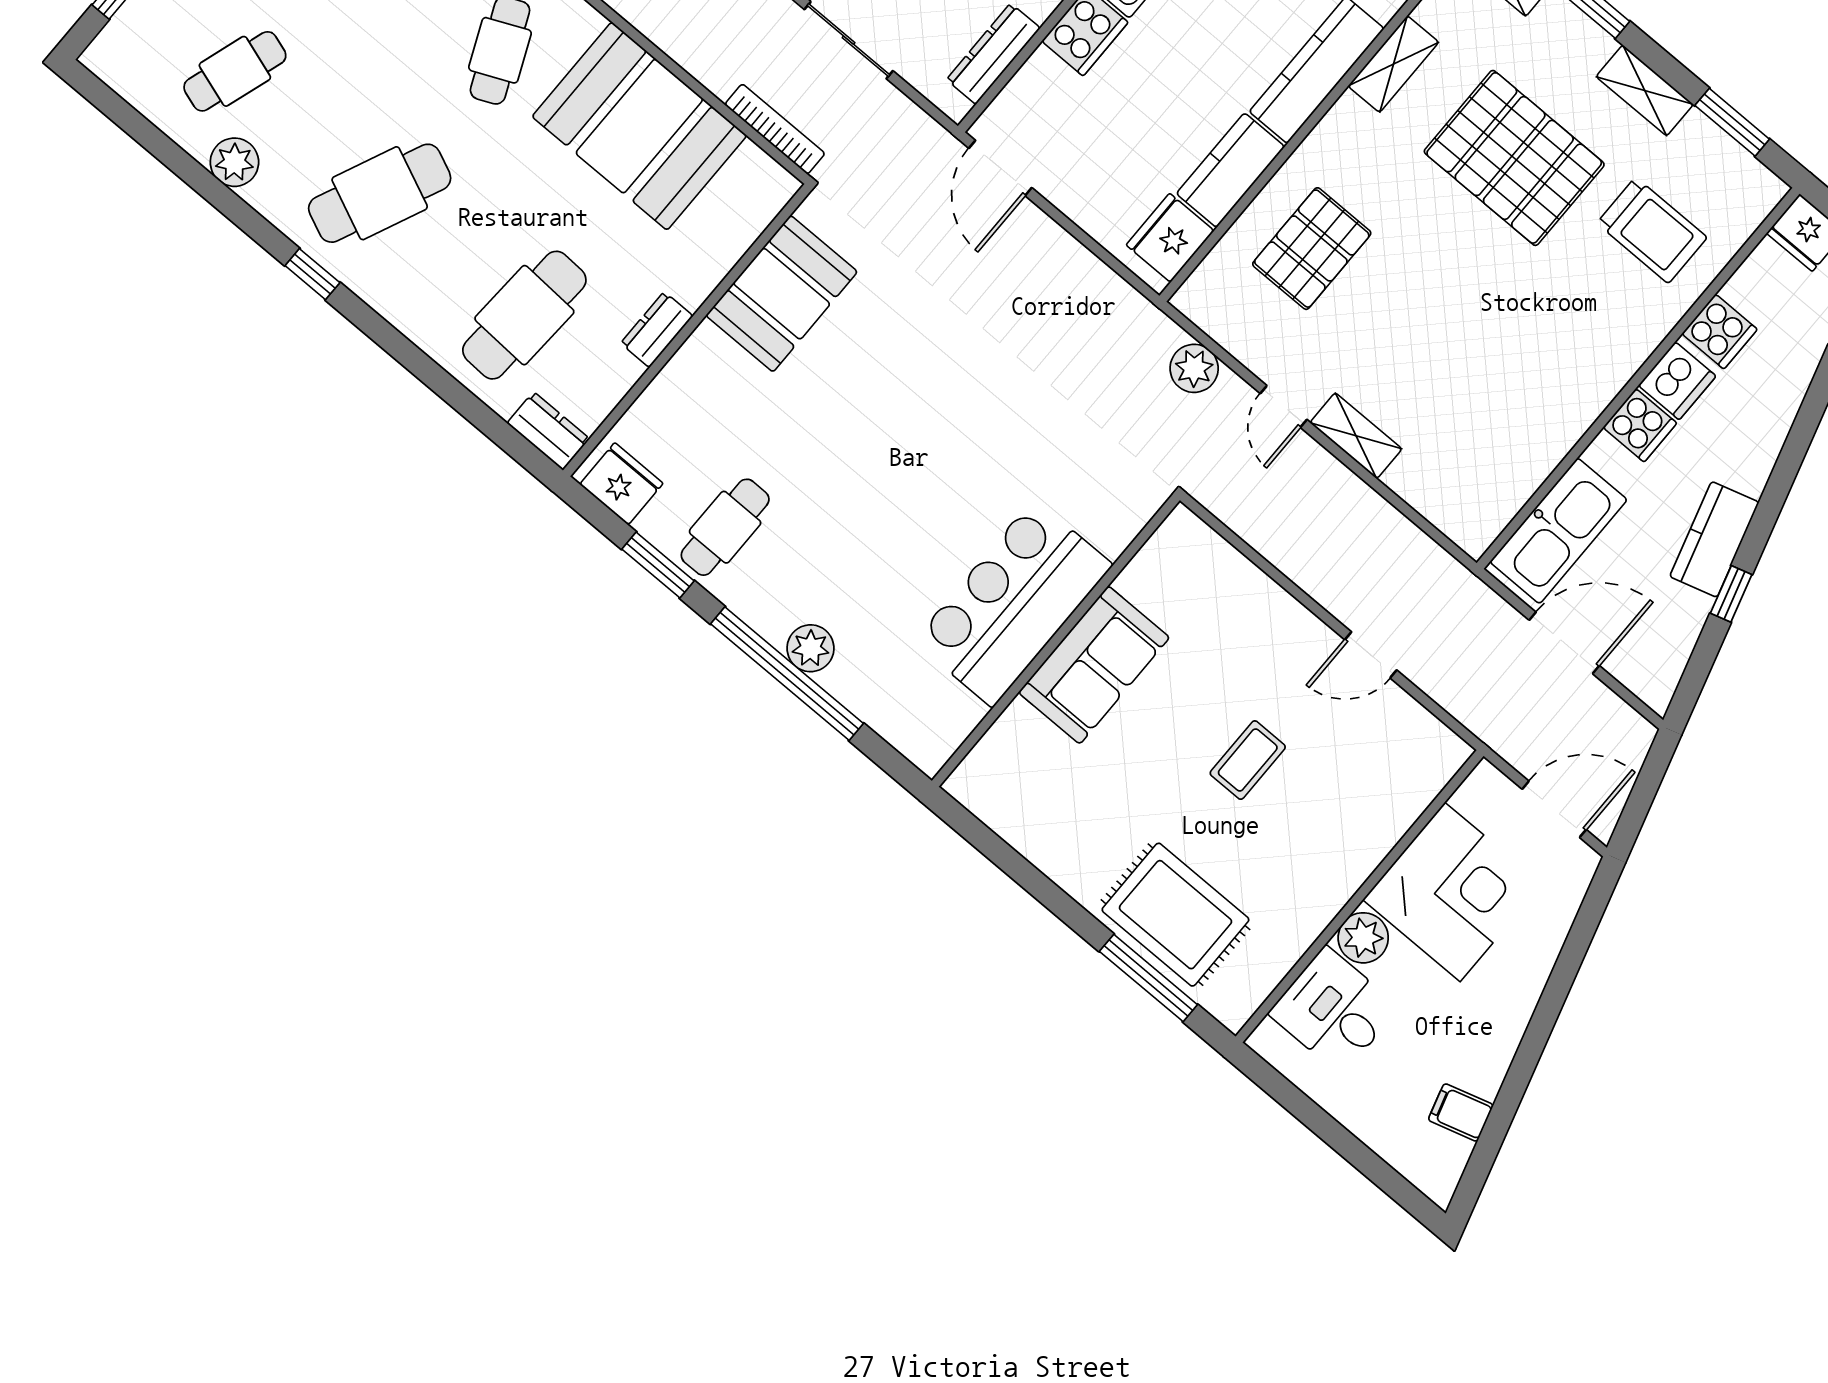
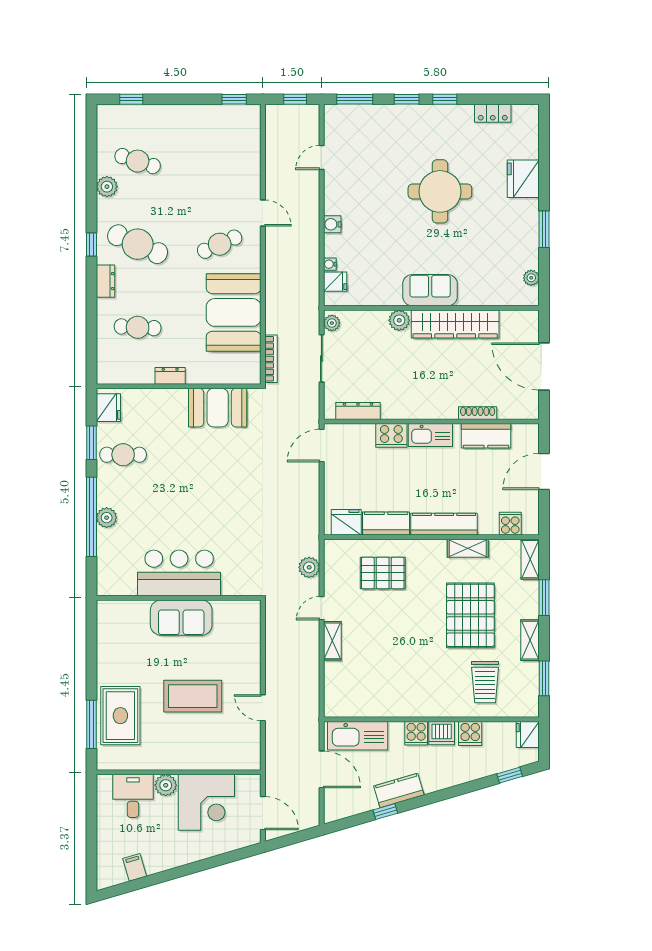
cafe table: (524, 315) -> (138, 327), width x0.73, depth x0.74
dresser: (548, 431) -> (105, 281), moved
coffee table: (1248, 760) -> (193, 696), width x1.86, depth x1.72

